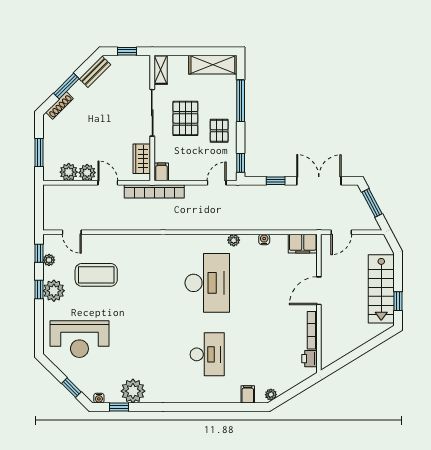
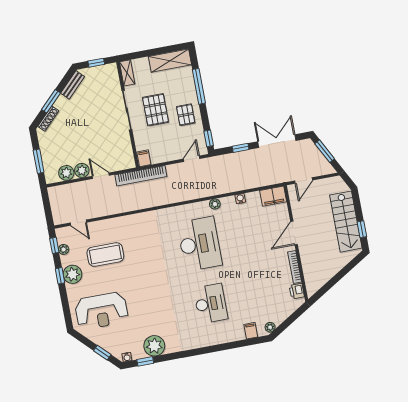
wardrobe: (142, 159) -> (125, 150), removed

